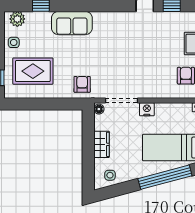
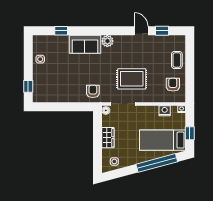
plant: (17, 19) -> (107, 41), moved
rug: (33, 71) -> (132, 79), moved
nightstand: (147, 109) -> (165, 111), moved

